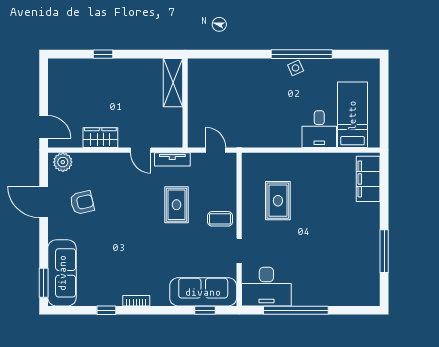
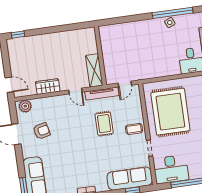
window: (103, 54) -> (18, 35), moved
shelving: (173, 83) -> (94, 70), moved
door: (216, 150) -> (125, 84), swing flipped
tv unit: (172, 159) -> (102, 94), width x1.41
rug: (278, 201) -> (170, 112), width x1.86, depth x2.06

